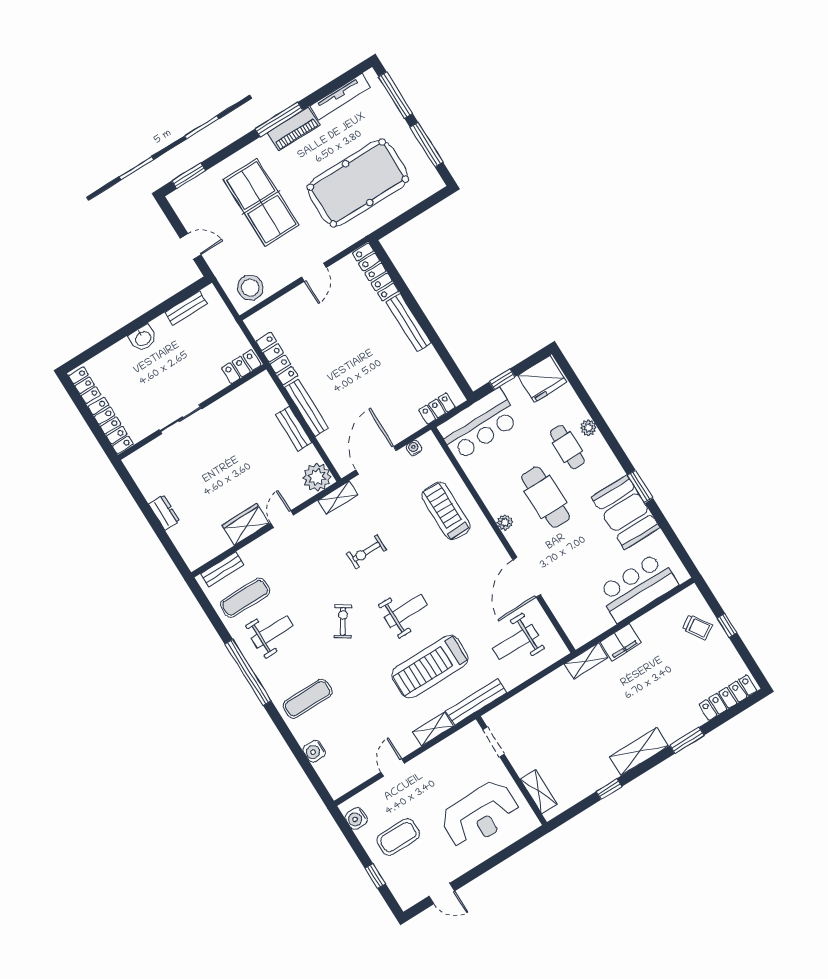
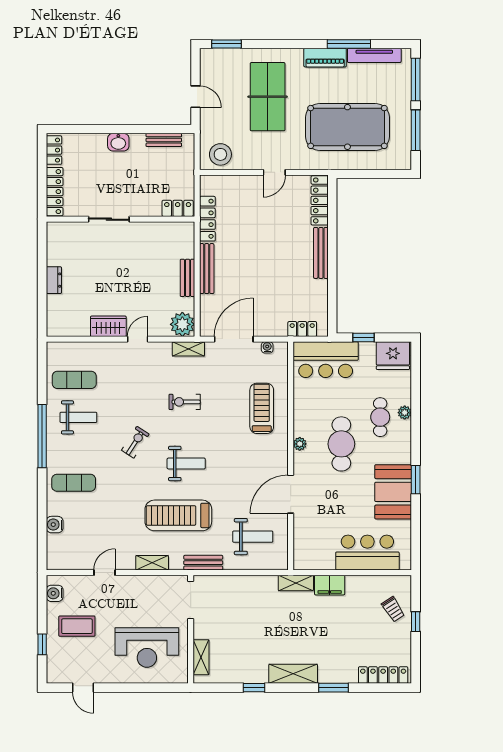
window: (279, 119) -> (349, 44), moved
bench: (222, 569) -> (71, 349), removed
weight bench: (516, 642) -> (253, 537), turned 180
bench: (476, 702) -> (203, 563), width x0.73
doorway: (493, 742) -> (191, 600), width x1.38

